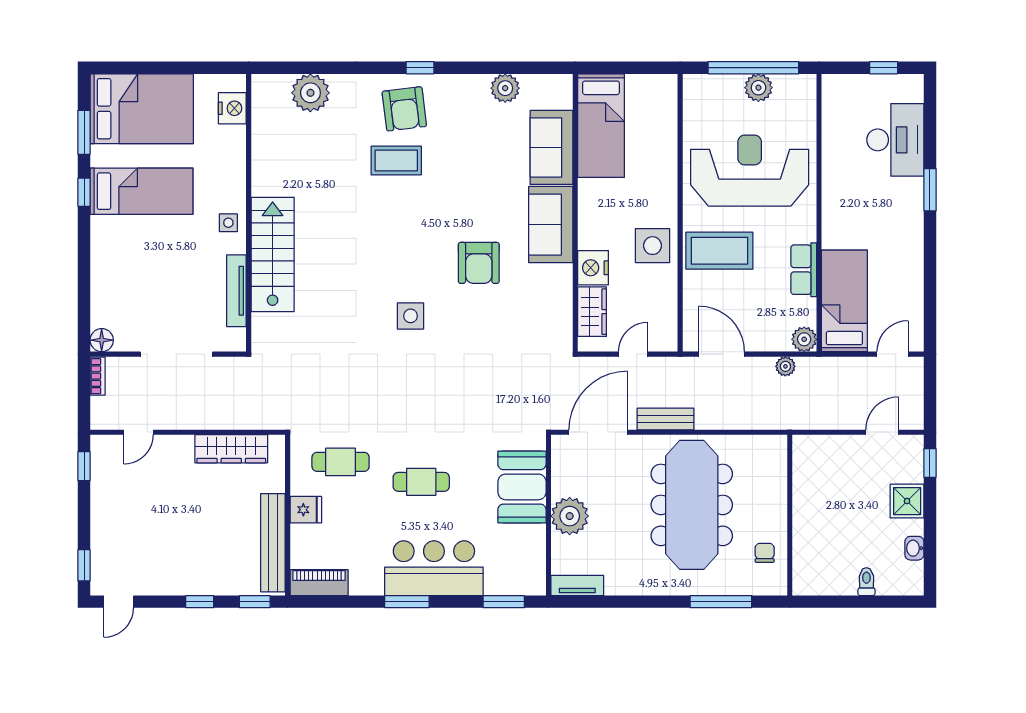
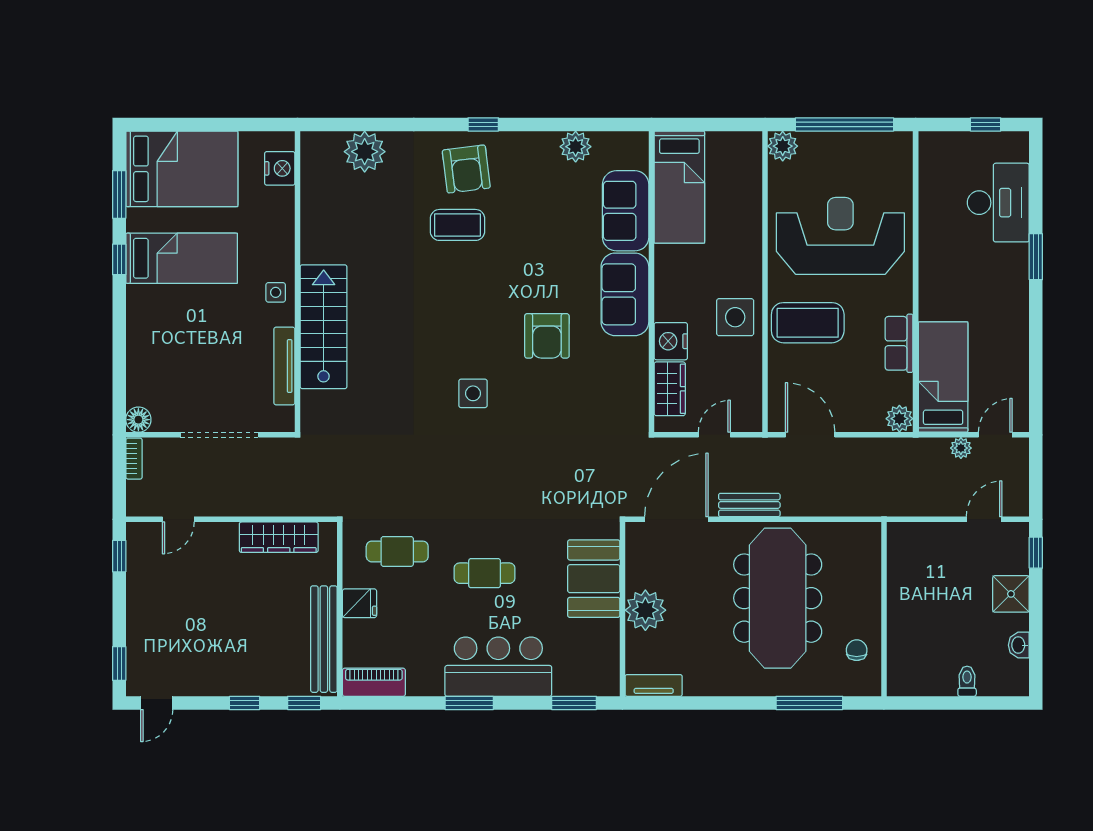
plant: (758, 88) -> (783, 146), moved
plant: (785, 366) -> (961, 448), moved

